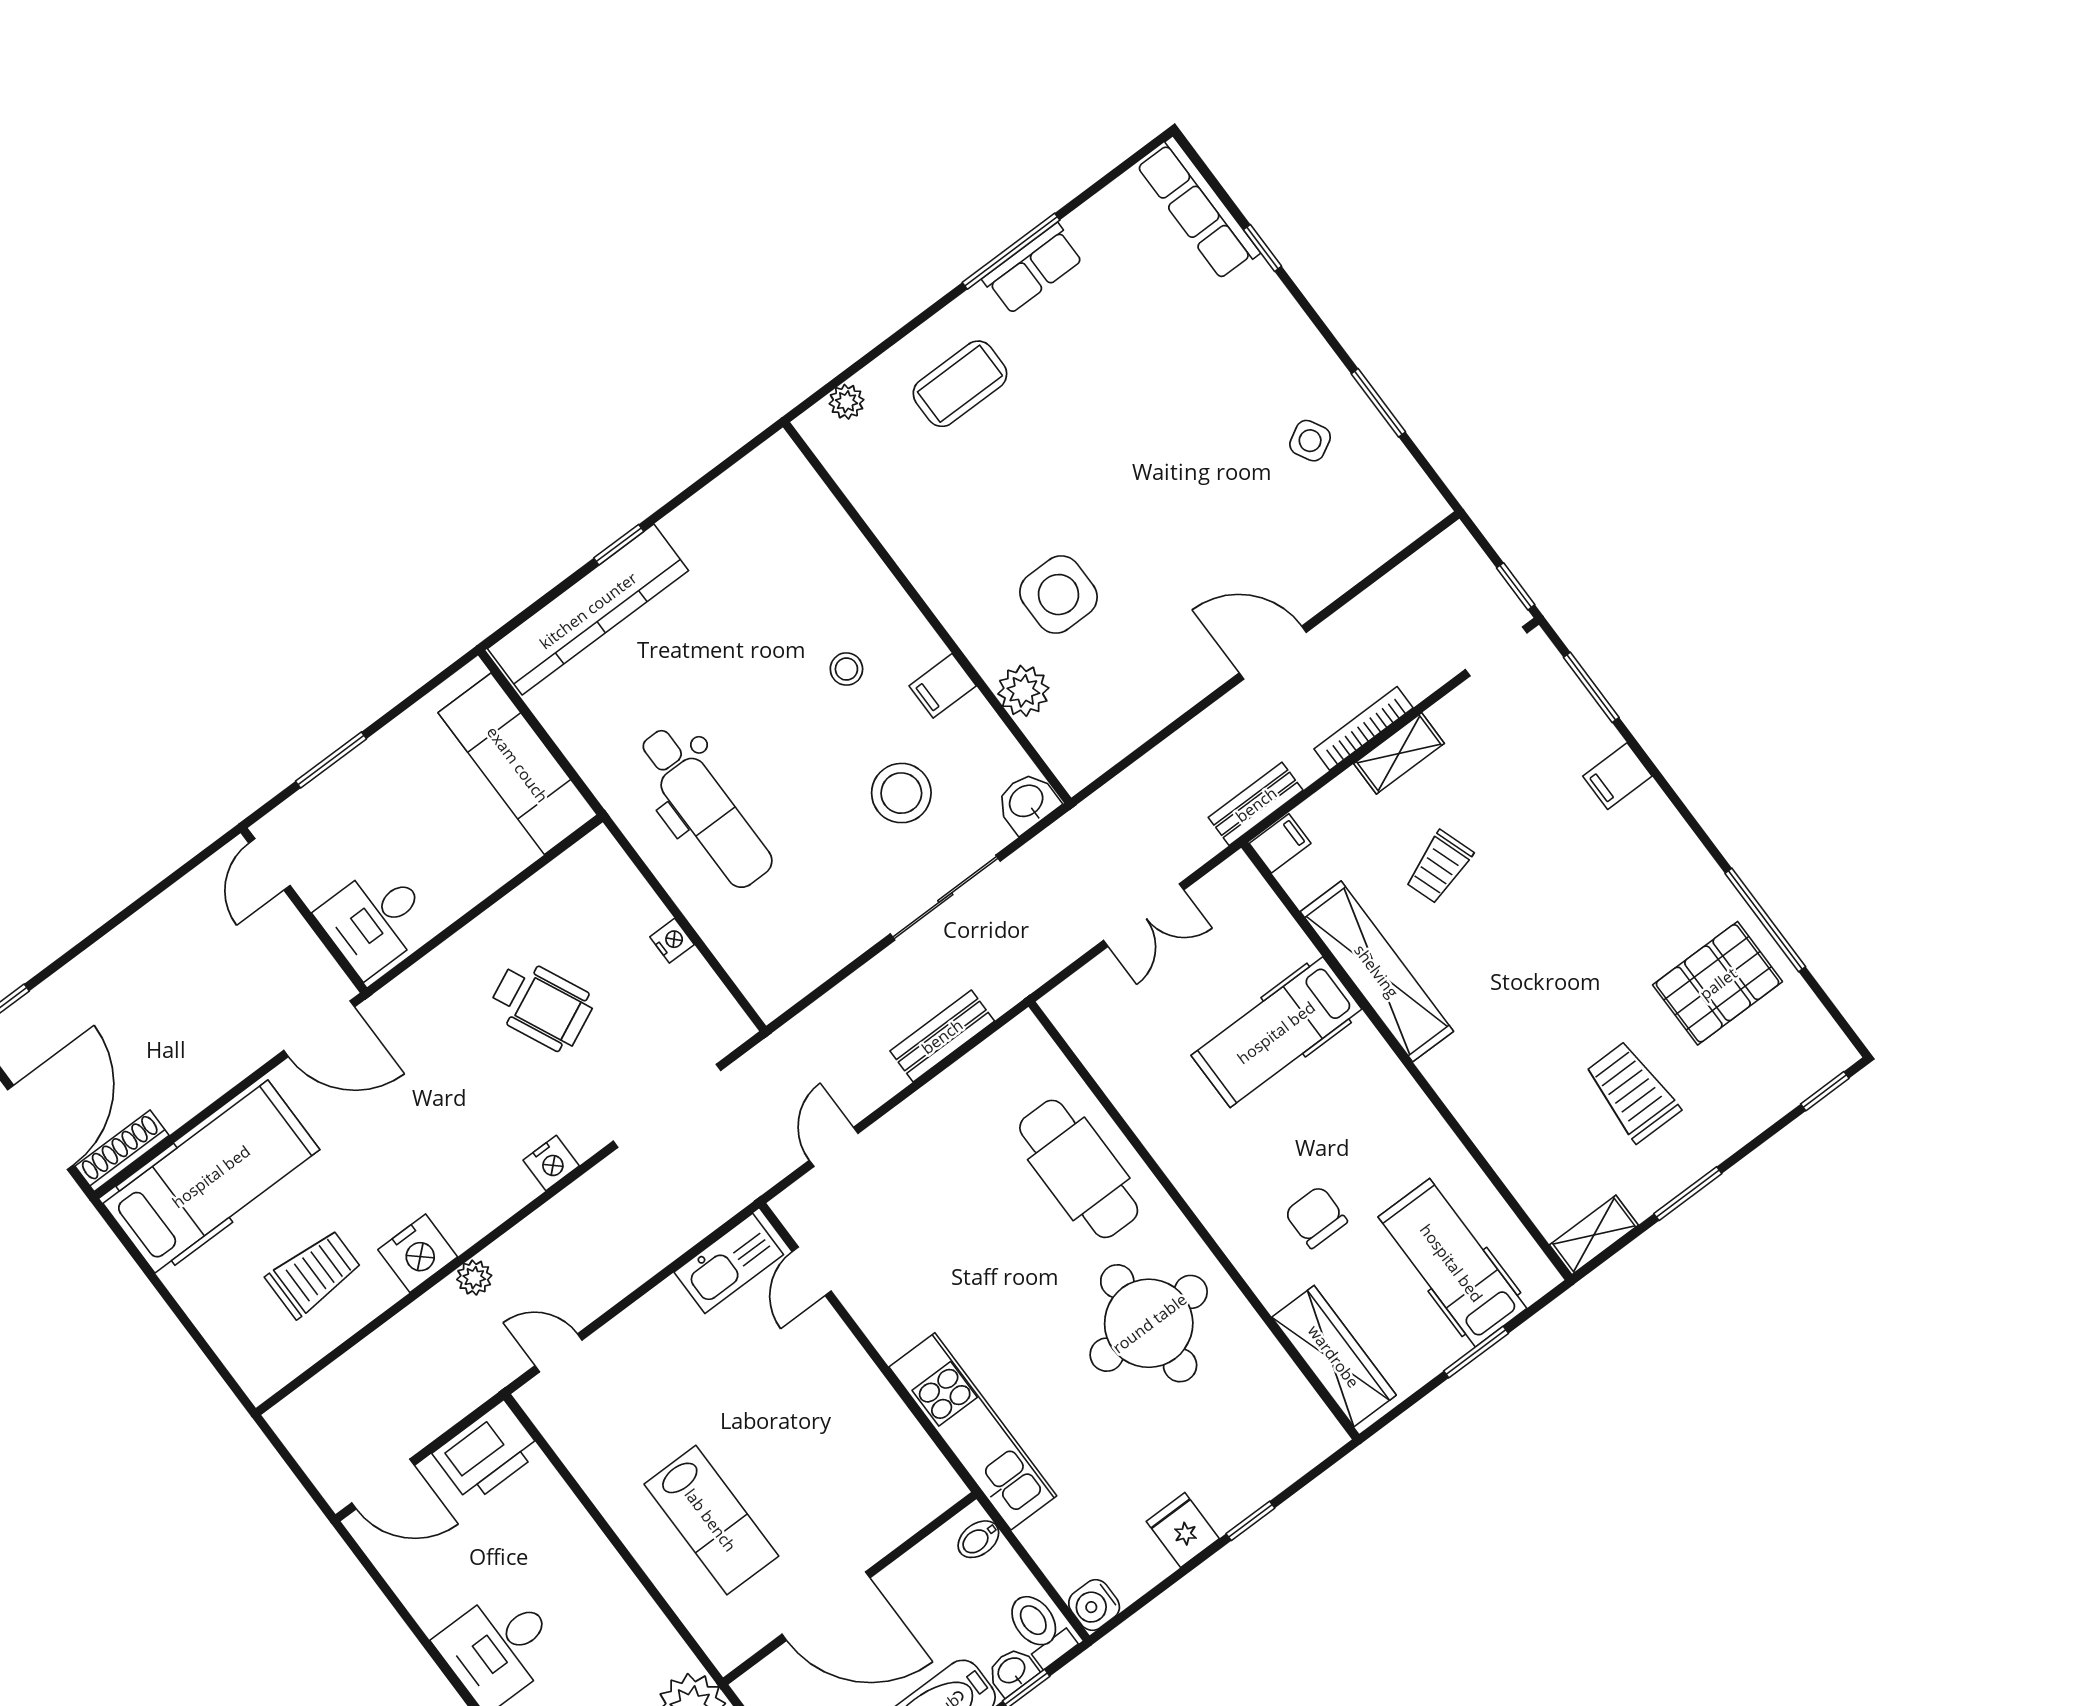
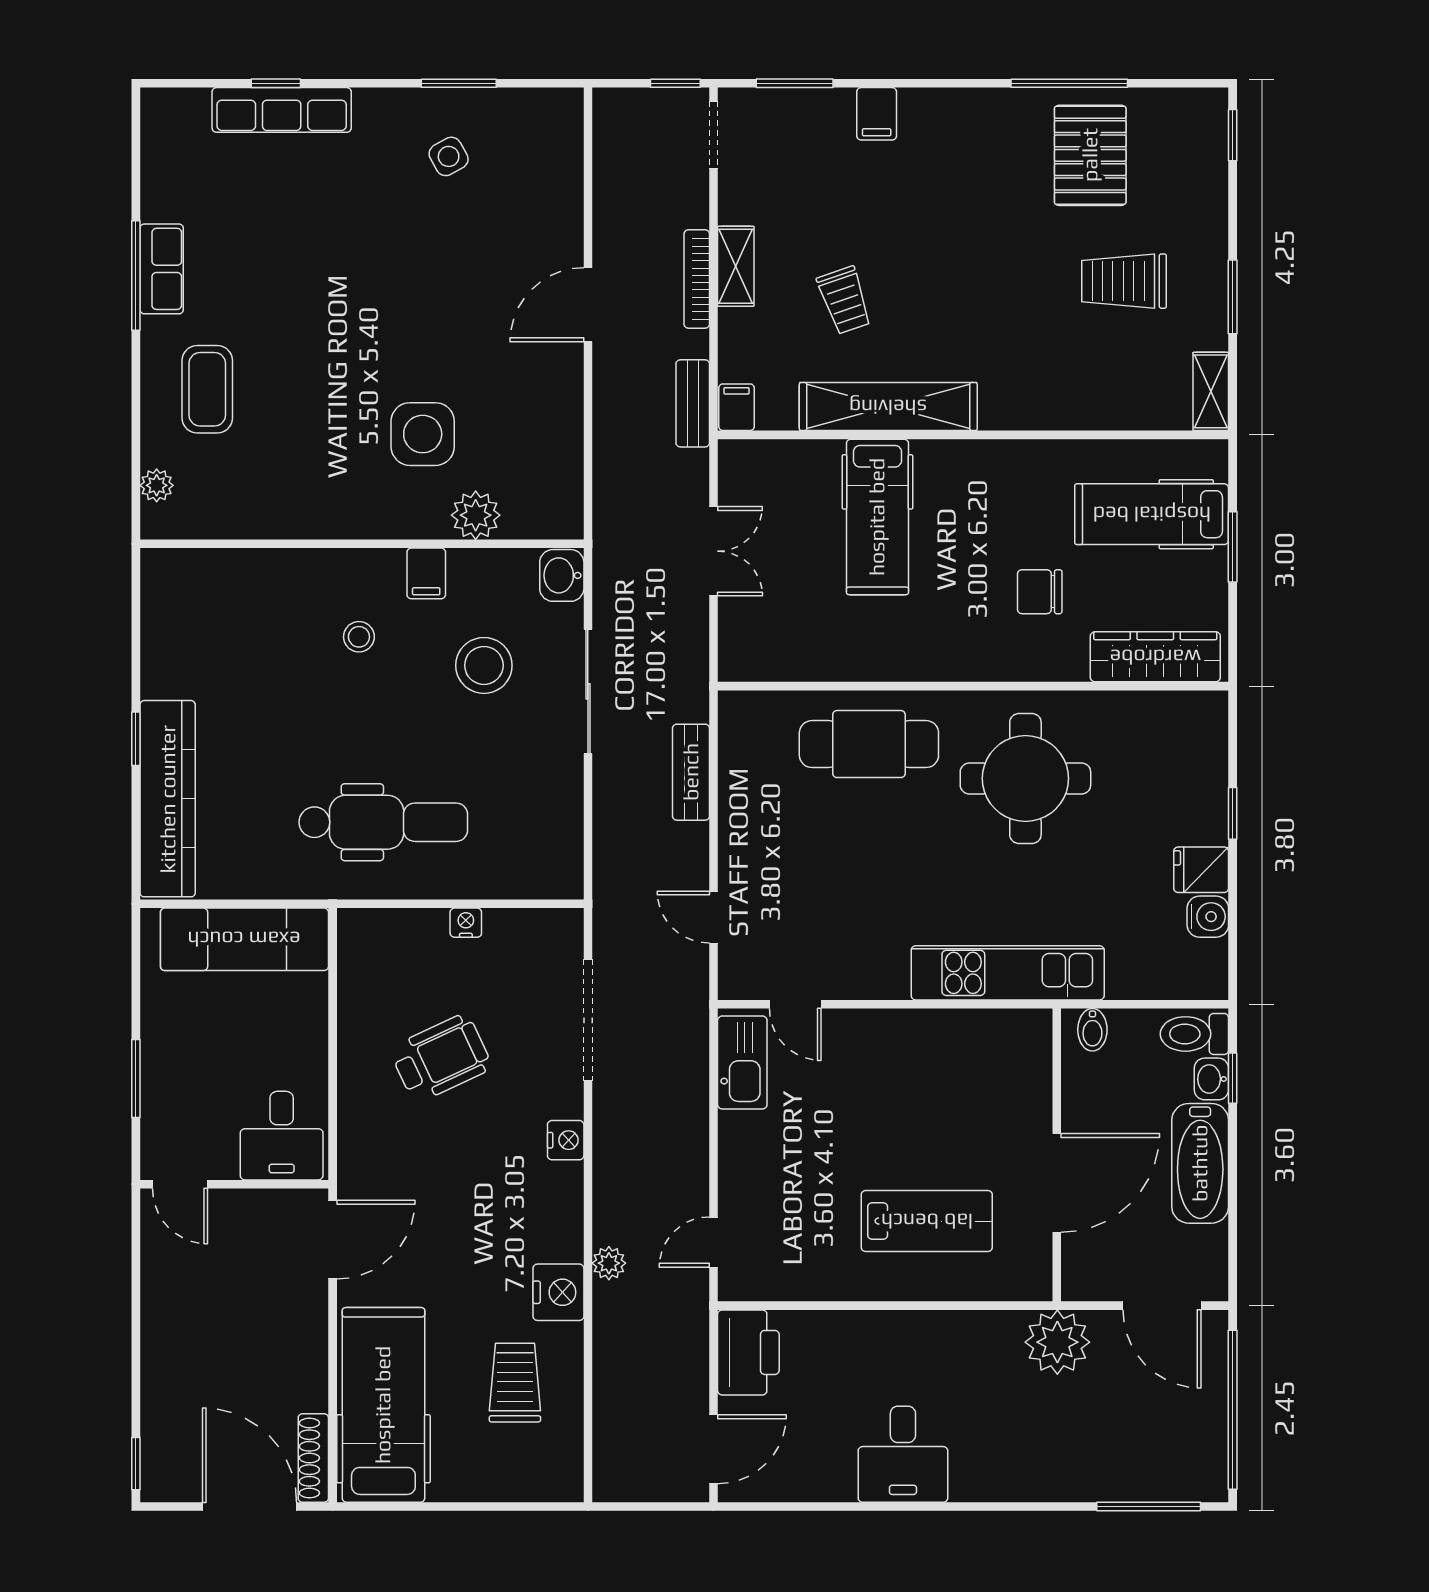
row of seats: (1198, 209) -> (282, 110), moved
water cooler: (1094, 1605) -> (1208, 917), moved, turned -90

